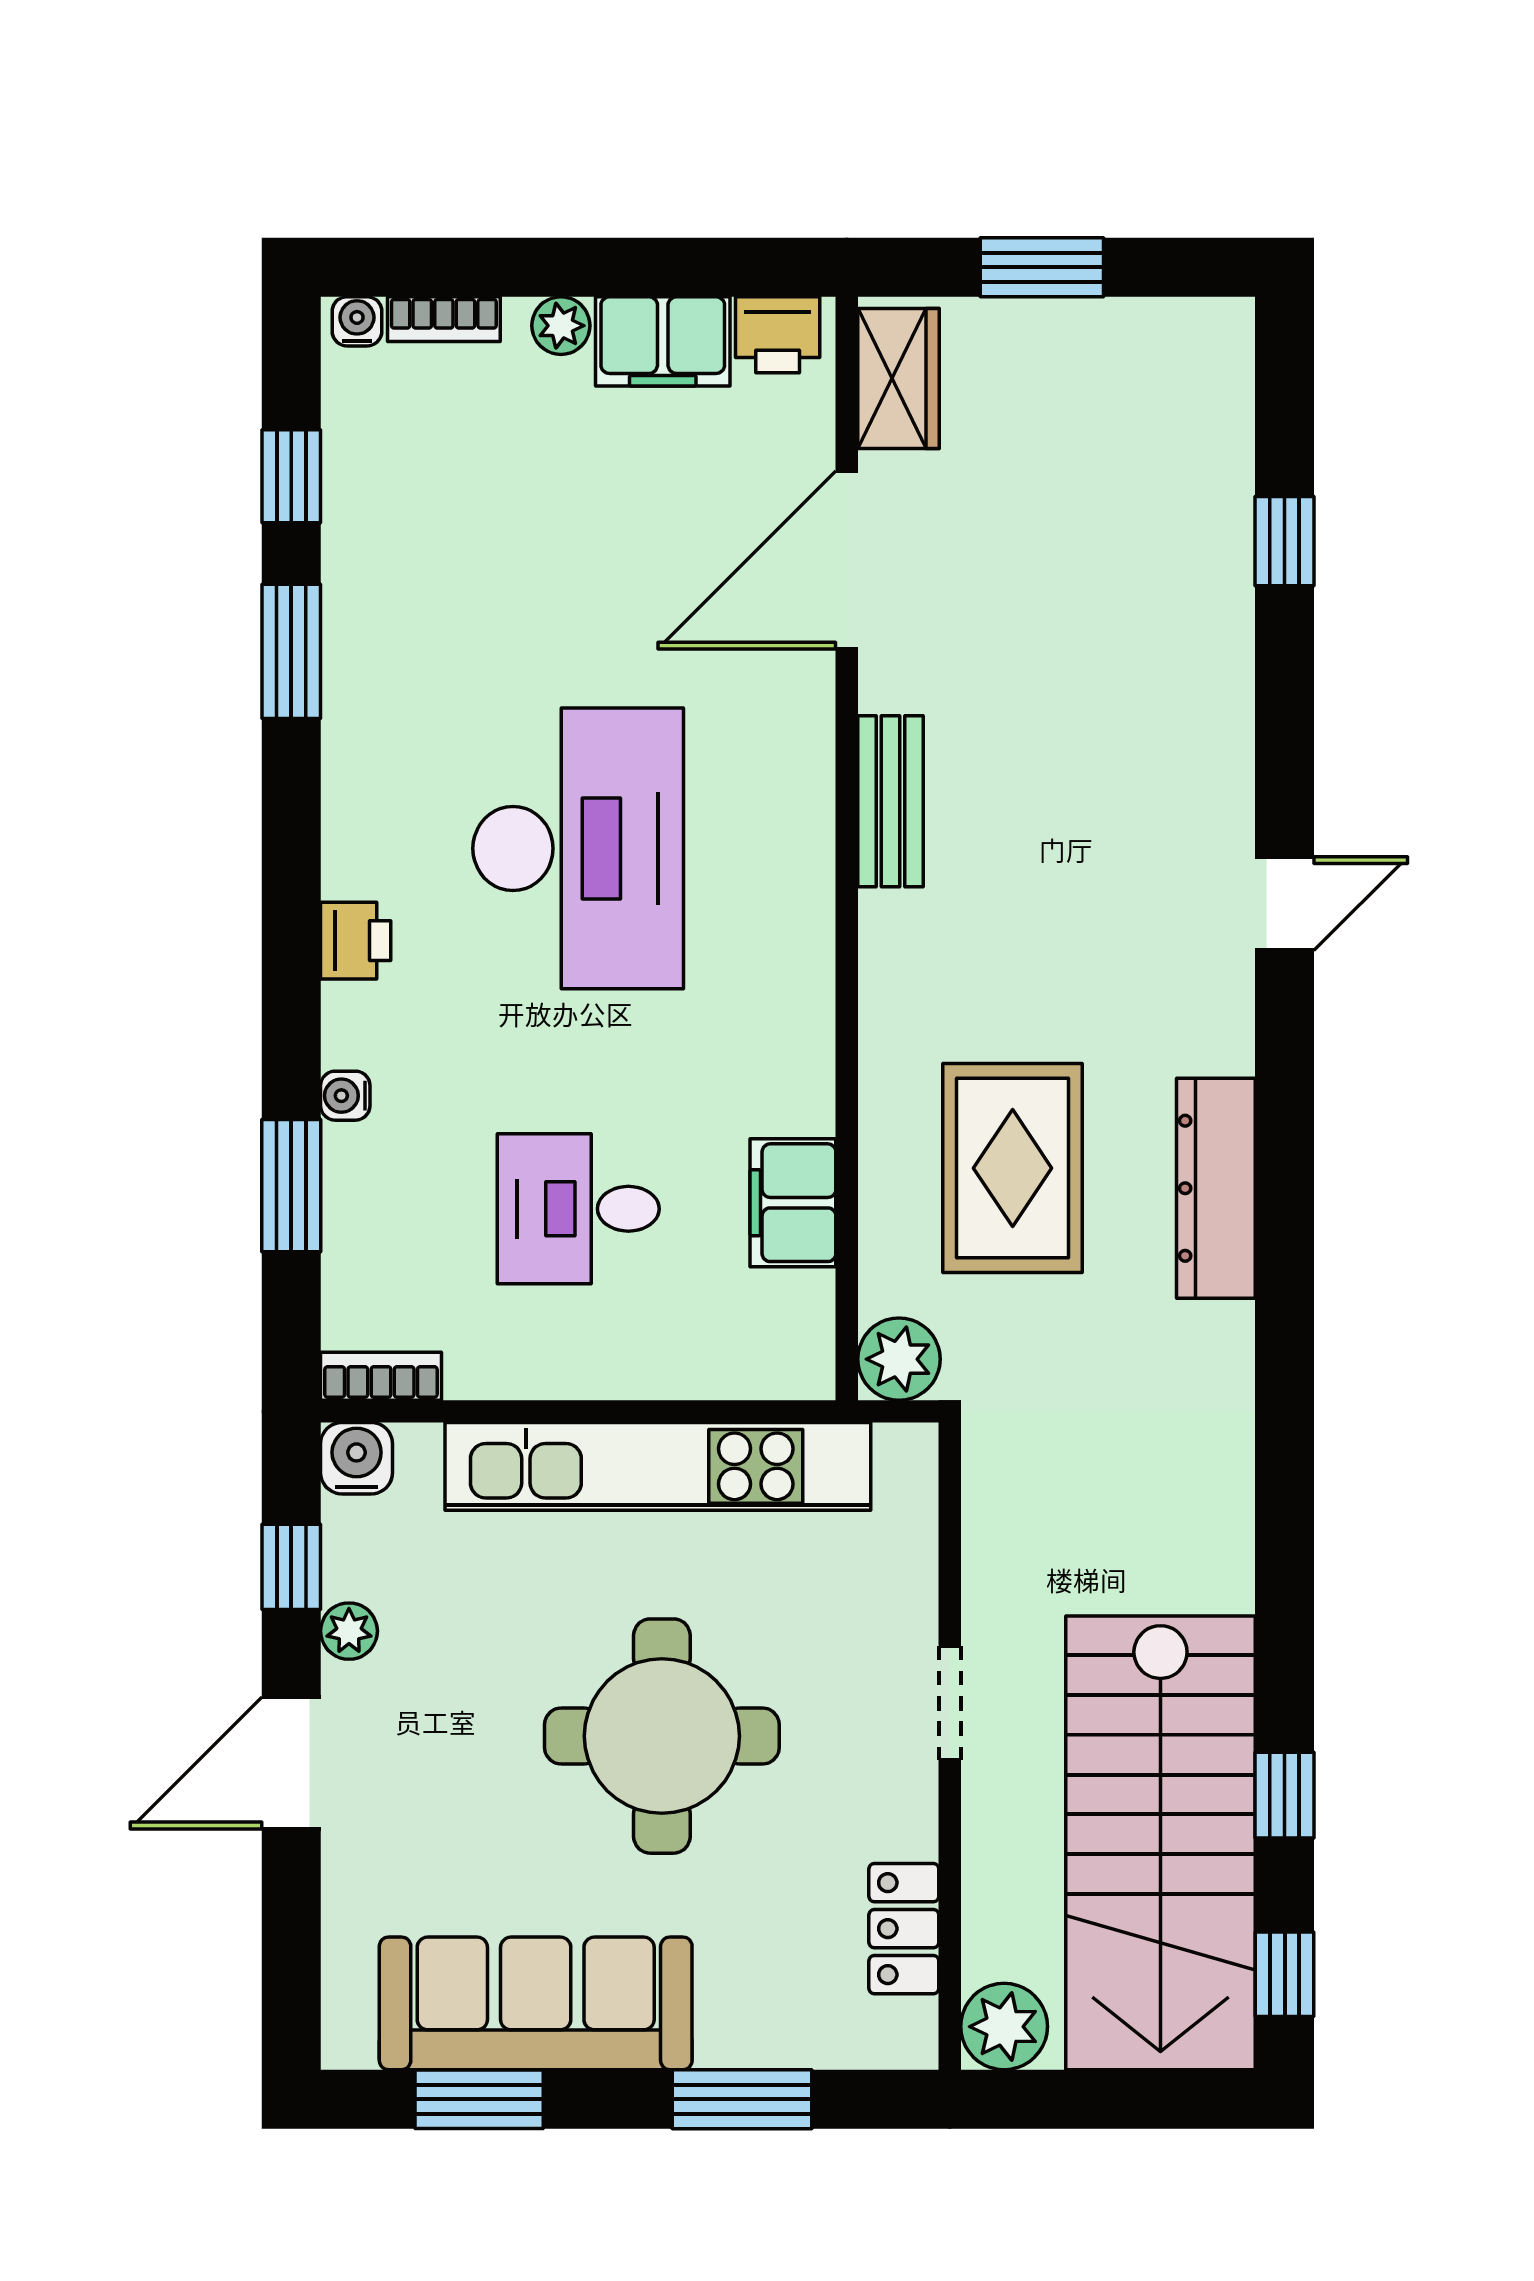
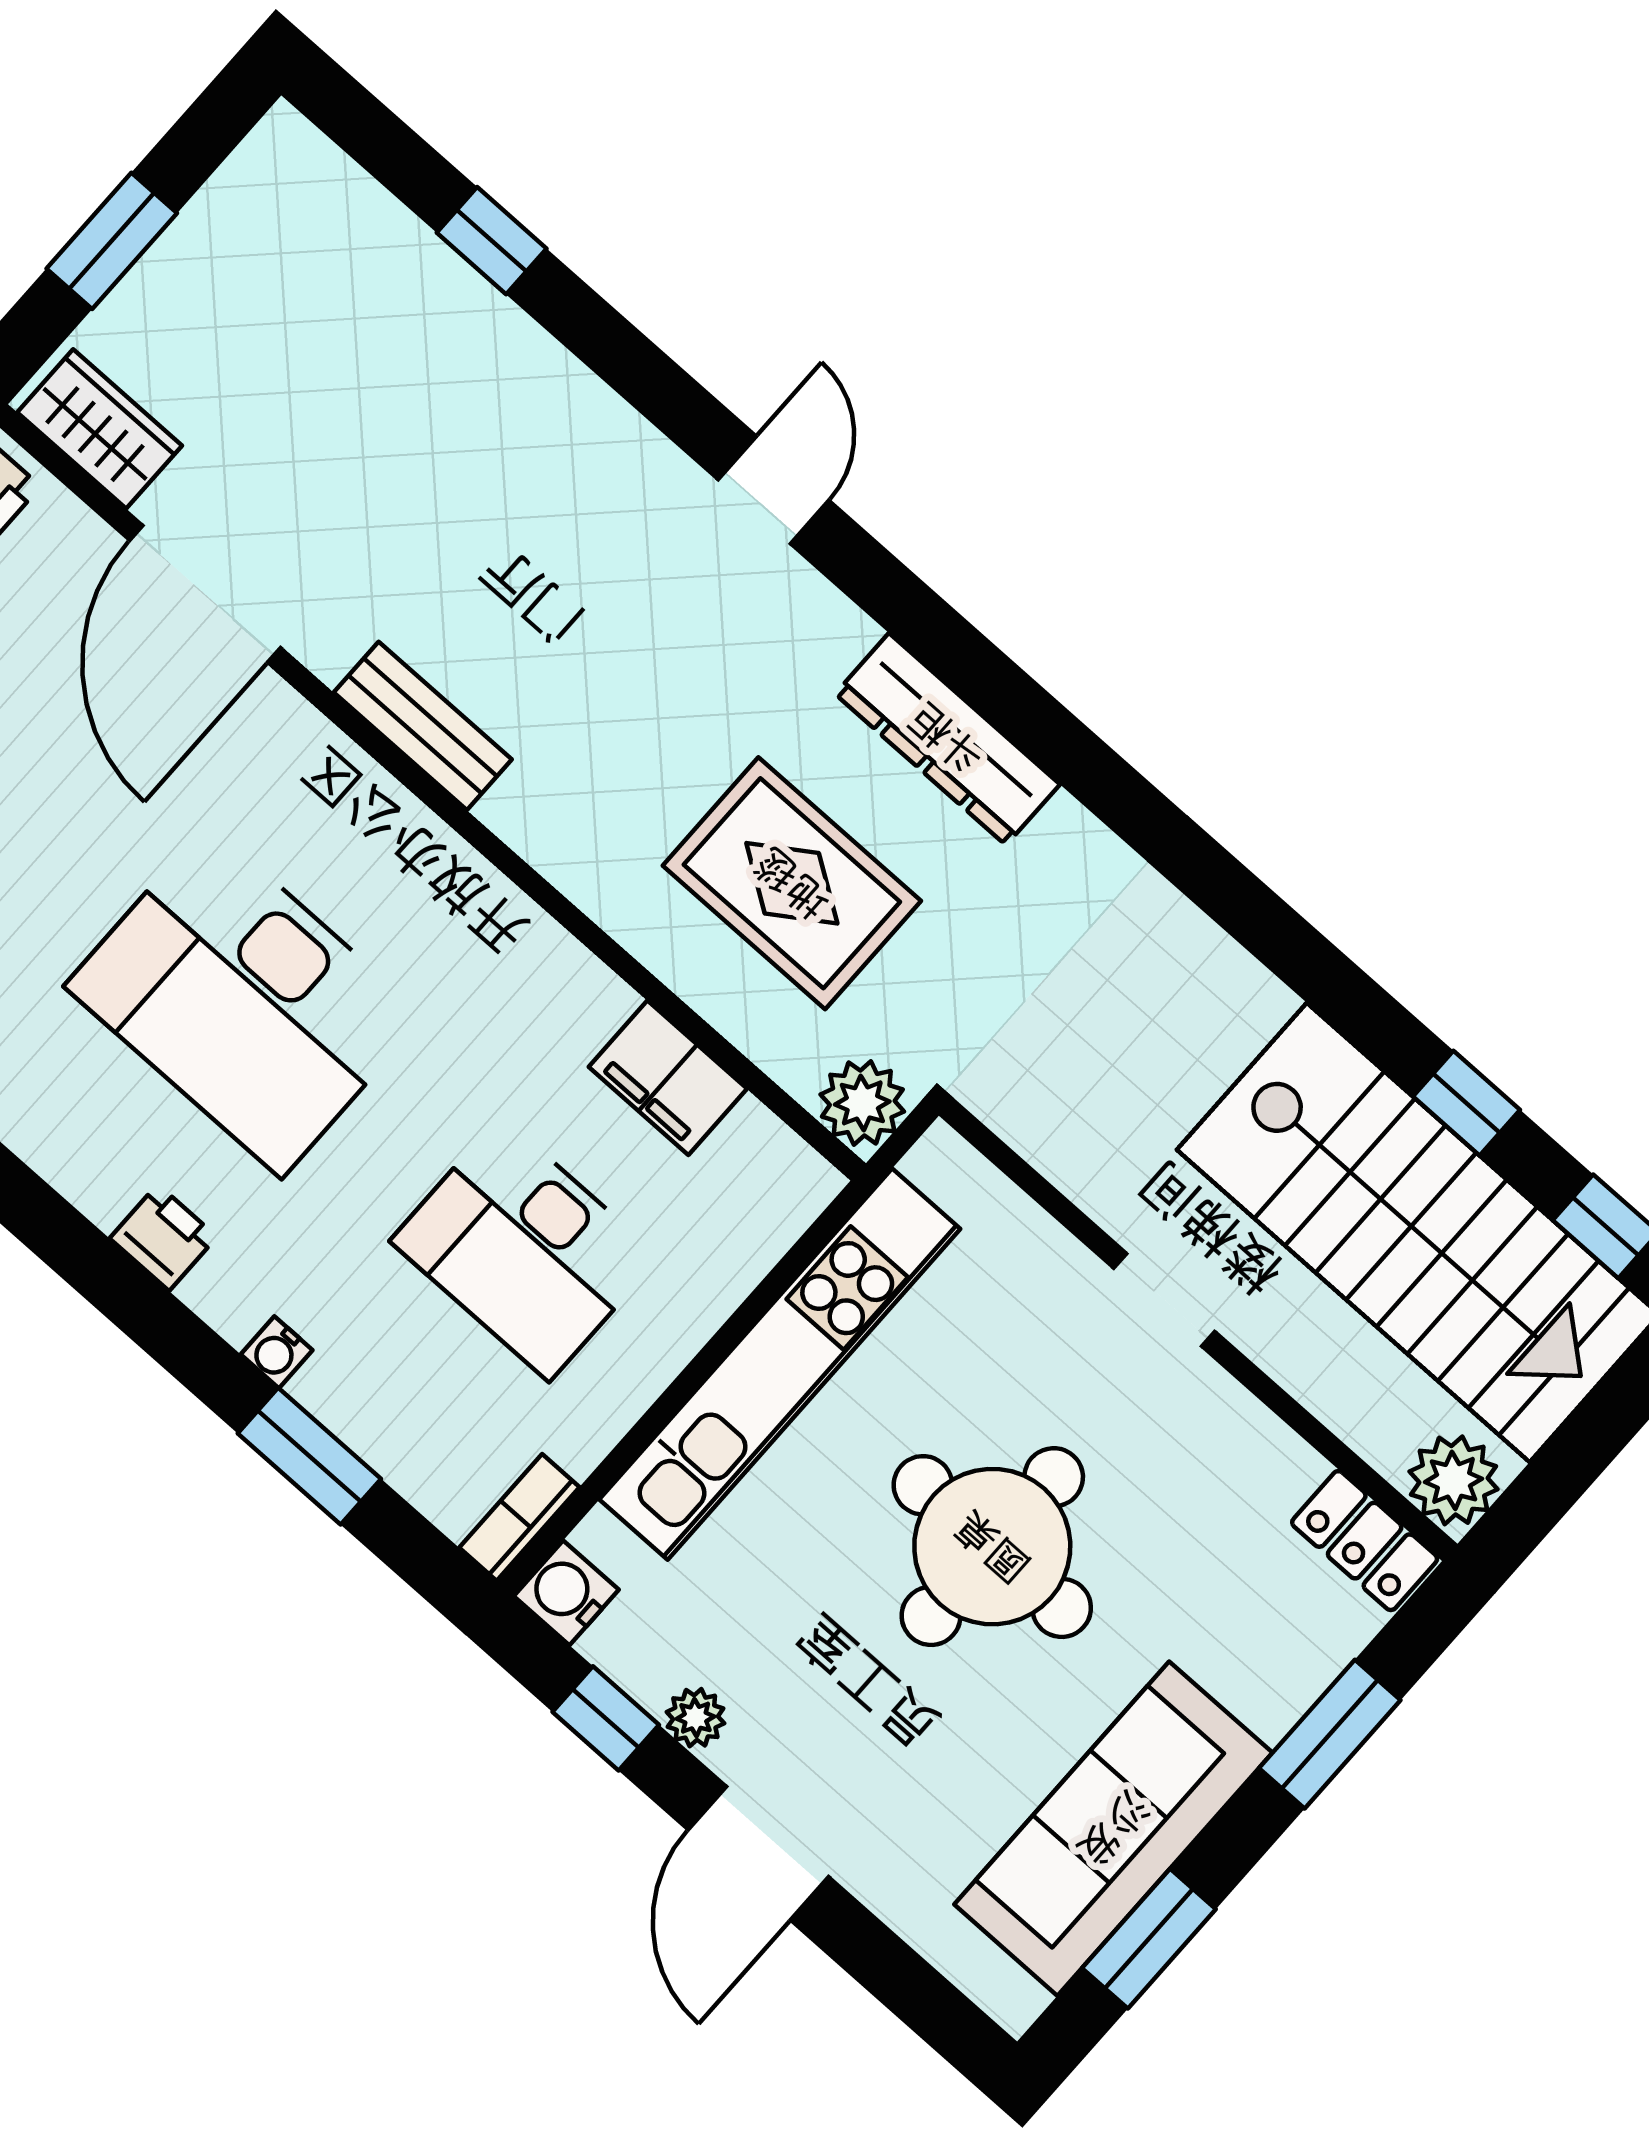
desk: (578, 848) -> (245, 1001), turned 180
desk: (578, 1209) -> (525, 1249), width x1.37
locker: (904, 1929) -> (1365, 1541), moved

